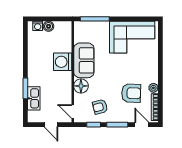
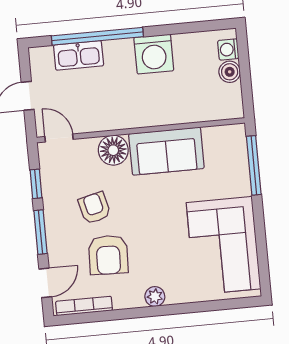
washing machine: (63, 62) -> (154, 54), moved, turned 180
window: (25, 88) -> (97, 36), width x2.11
plant: (153, 88) -> (155, 296), moved
armchair: (100, 107) -> (94, 208), moved
door: (73, 112) -> (59, 138), hinge flipped

